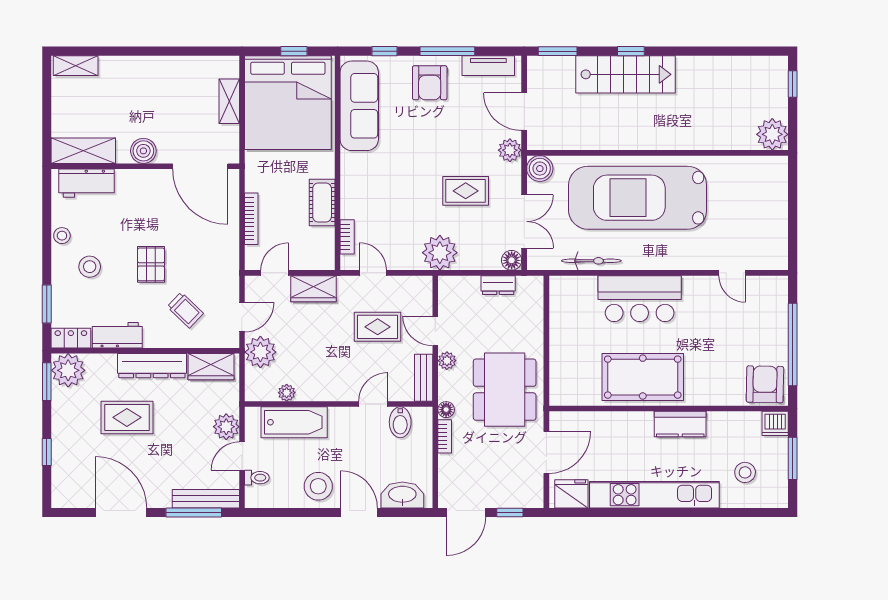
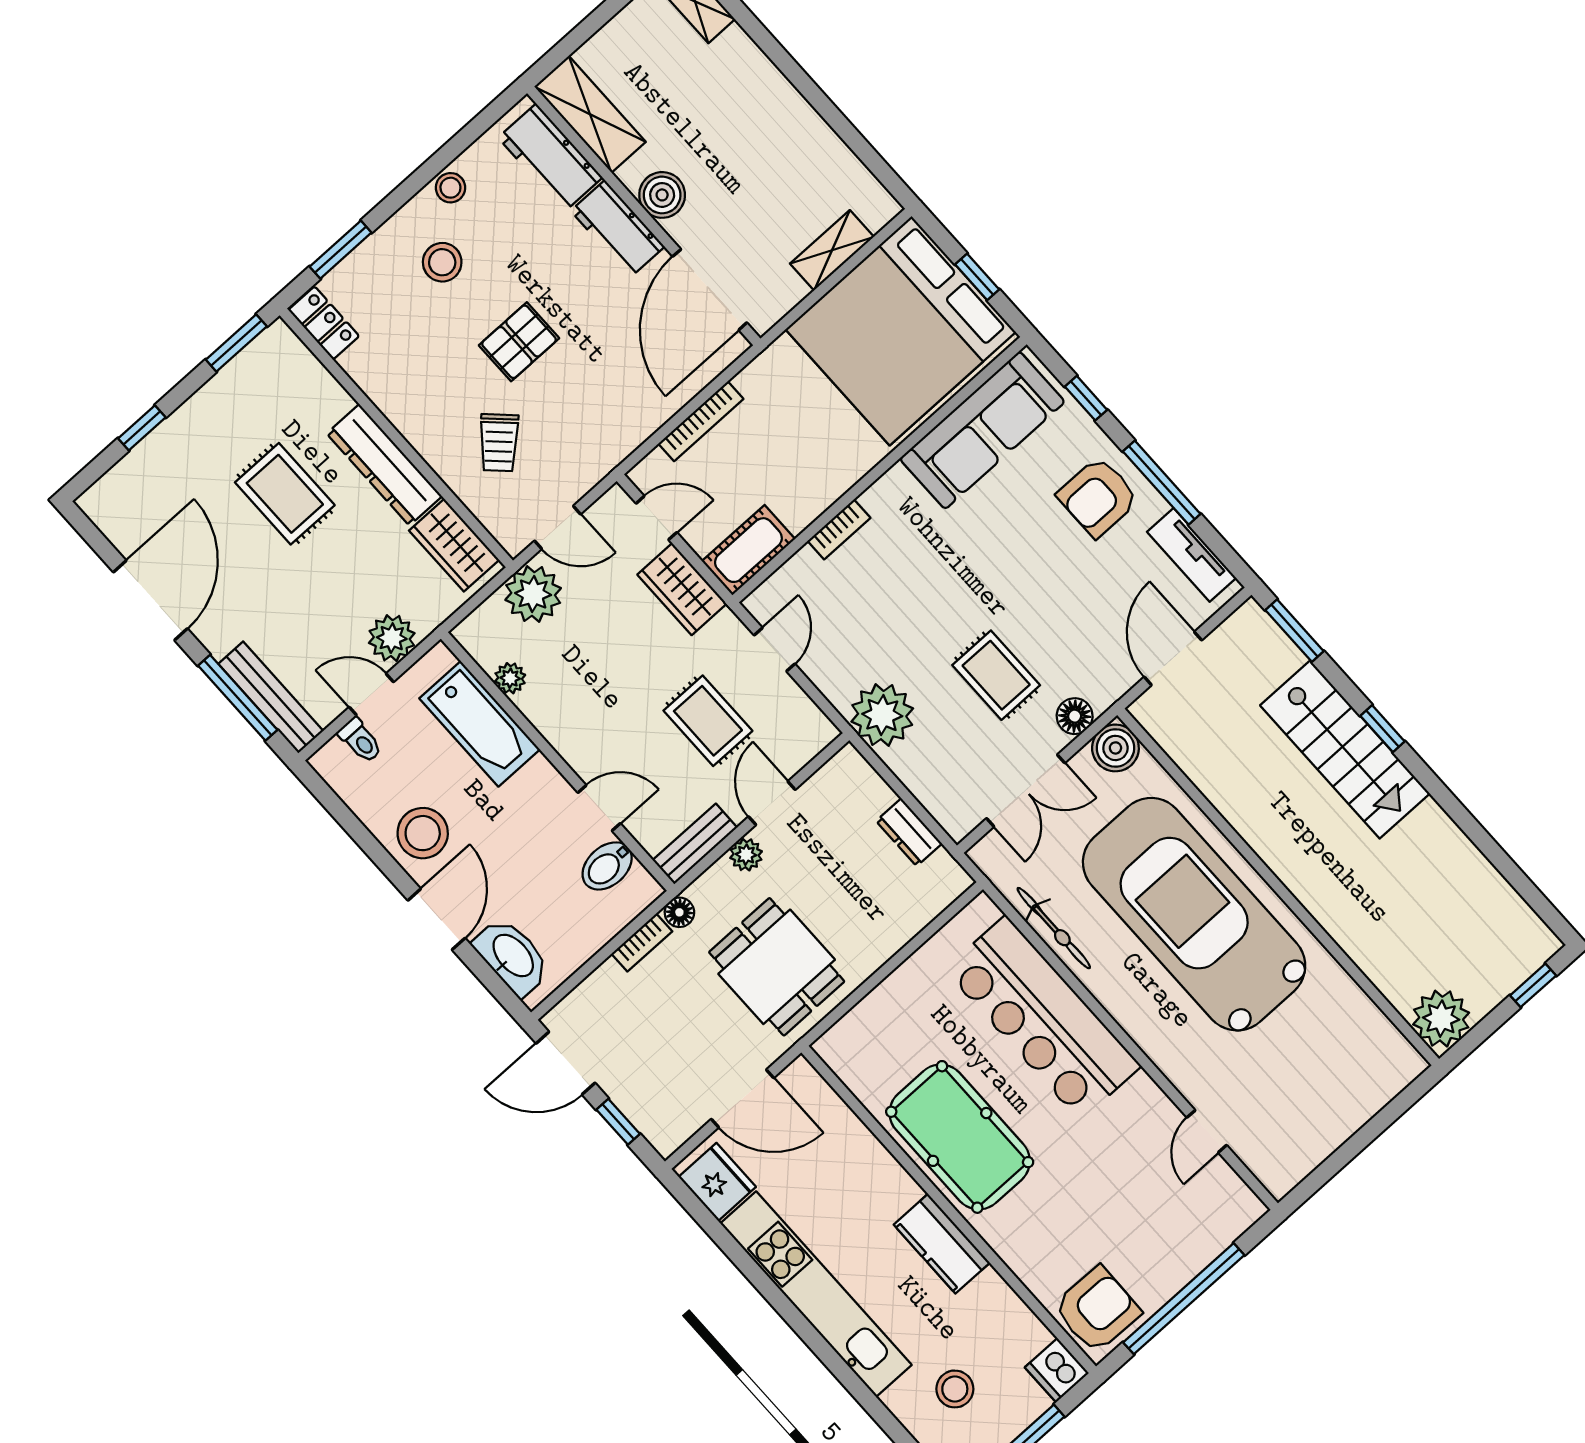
plant: (510, 150) -> (1104, 686), removed
cot: (322, 202) -> (748, 550), moved
bookcase: (347, 237) -> (839, 529), moved
floor lamp: (512, 260) -> (1075, 716), moved
bar counter: (640, 299) -> (1043, 1018), width x1.36
workbench: (117, 335) -> (618, 229), moved, turned 180
plant: (68, 370) -> (277, 358), removed
dining table: (505, 390) -> (777, 967), width x0.73

